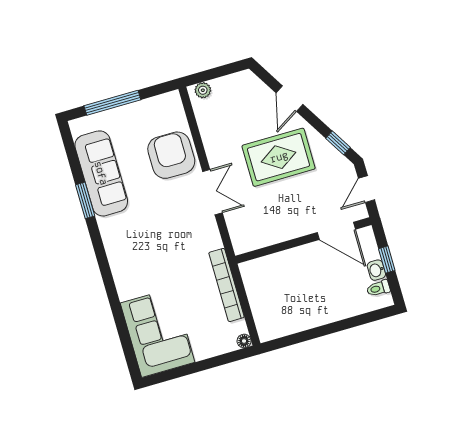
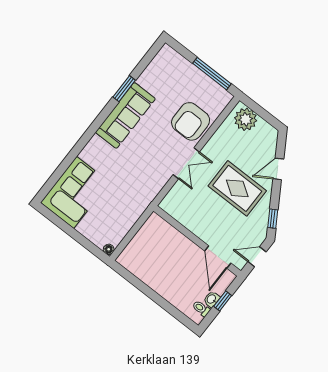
plant: (203, 90) -> (246, 119), width x1.88, depth x1.88
window: (112, 103) -> (212, 74), moved
armchair: (171, 155) -> (191, 121), turned 180
sofa: (101, 173) -> (125, 115), moved
bookcase: (226, 285) -> (135, 213), removed

